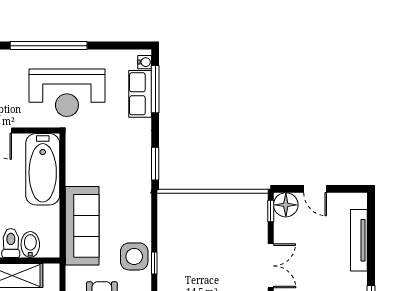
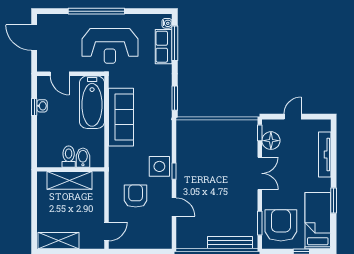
door: (315, 189) -> (293, 117), swing flipped
floor lamp: (286, 205) -> (271, 141), moved
sofa: (82, 226) -> (121, 117), moved

